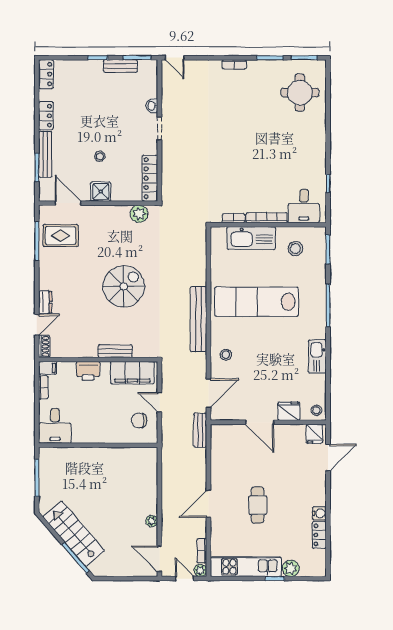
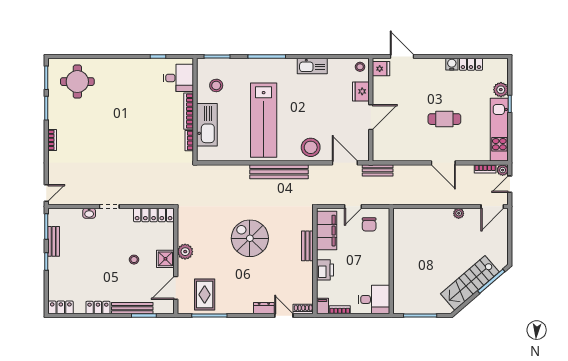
plant: (139, 214) -> (185, 252), moved
stool: (226, 355) -> (311, 147), width x1.89, depth x1.89

